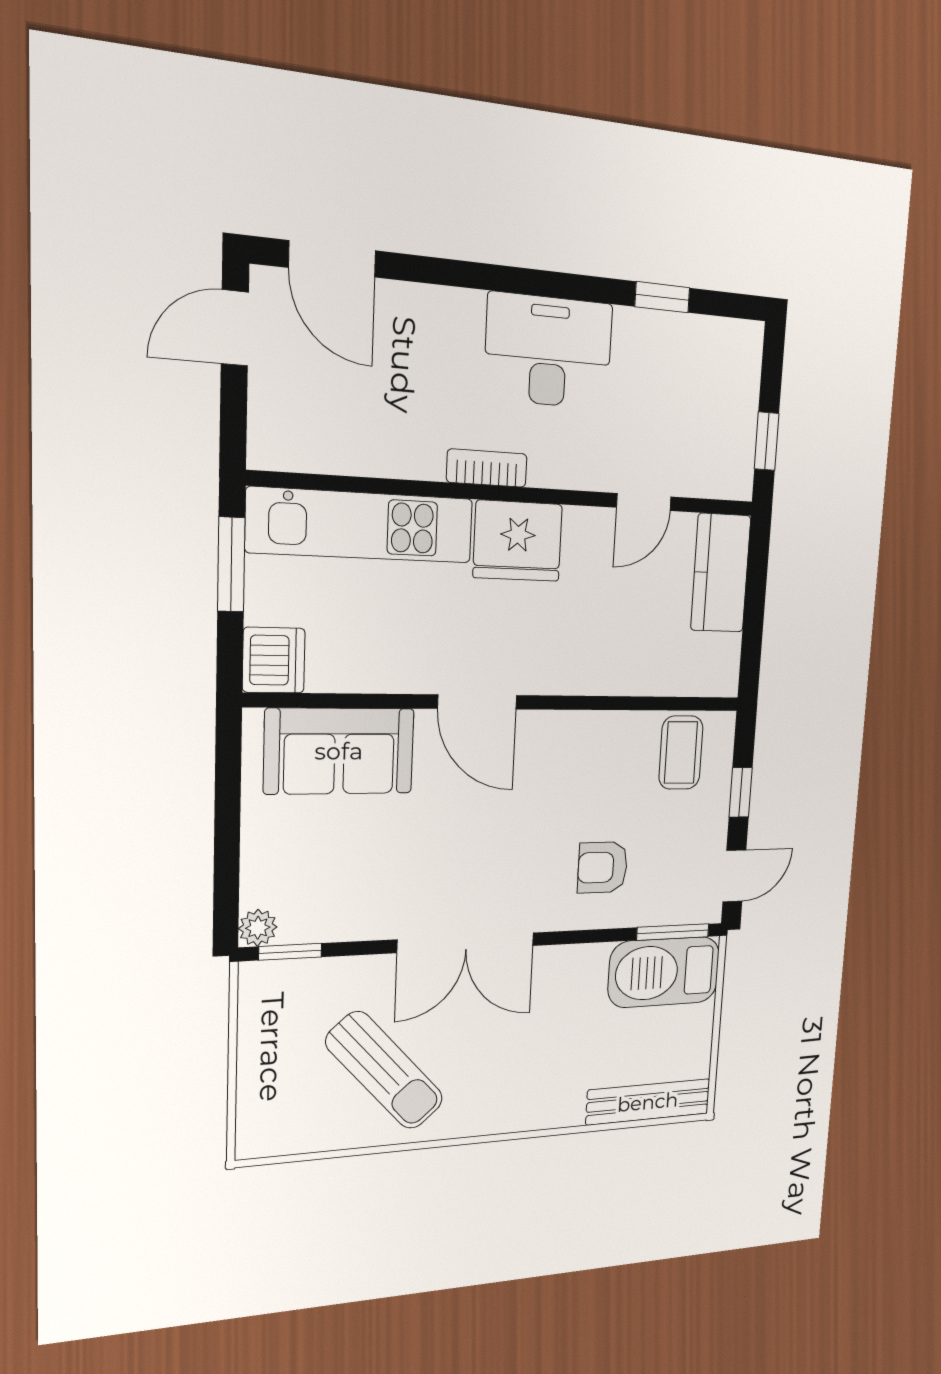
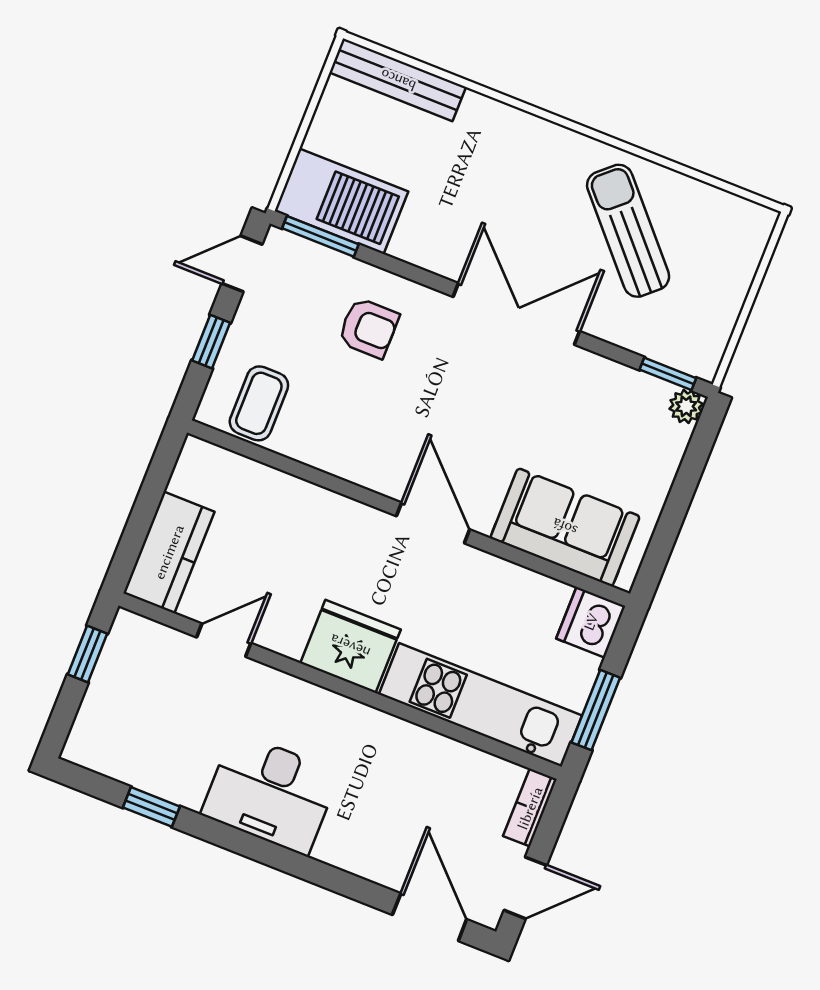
bookcase: (487, 468) -> (530, 808), moved, turned 90

